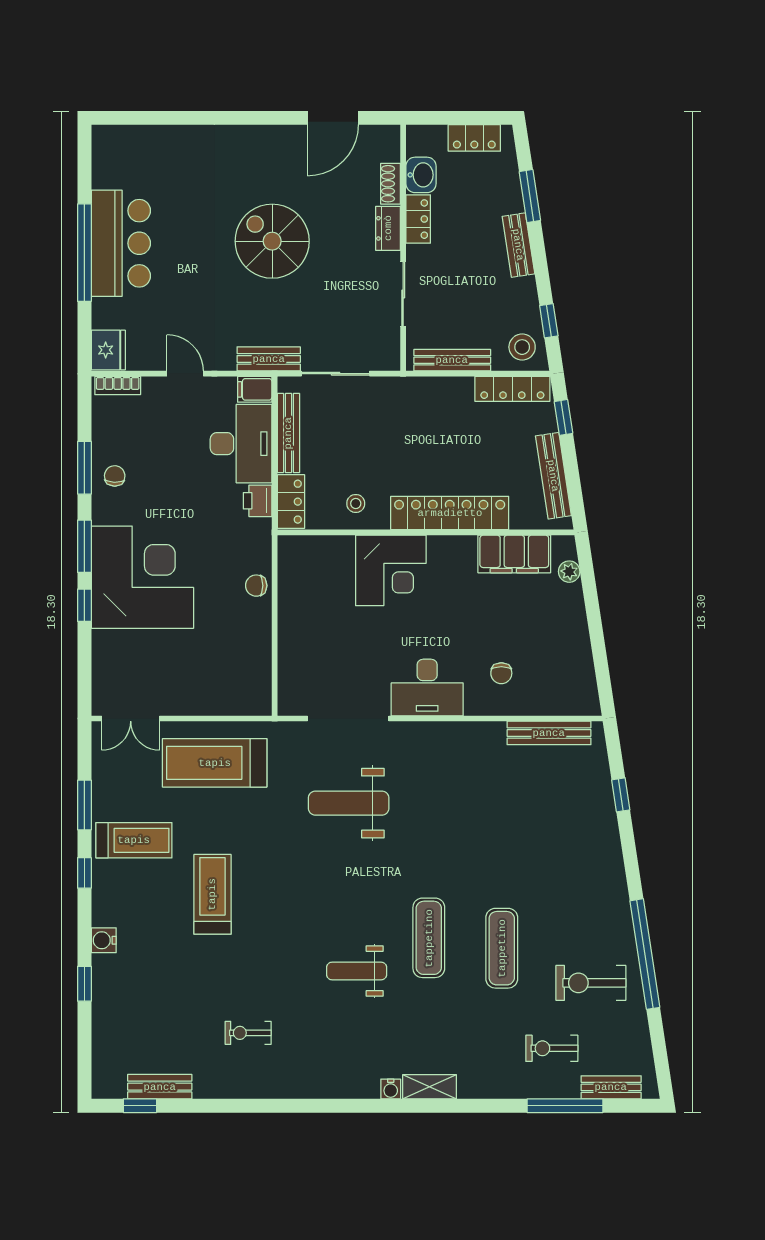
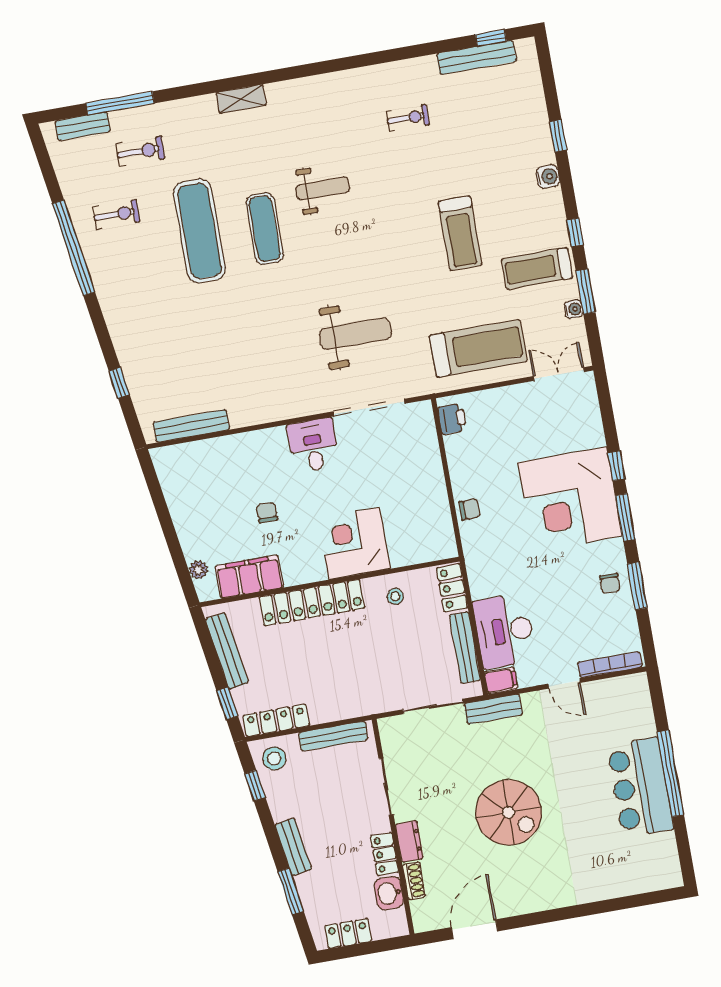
fridge: (108, 350) -> (635, 692), removed
bookcase: (118, 386) -> (610, 665), width x1.56
printer: (258, 501) -> (452, 419), moved
chair: (501, 673) -> (267, 512), moved
desk: (427, 687) -> (313, 445), width x0.73
exercise mat: (502, 948) -> (199, 231), width x1.36, depth x1.45
exercise bike: (591, 983) -> (116, 214), width x0.73, depth x0.72
bench: (160, 1087) -> (477, 57), width x1.36
water cooler: (391, 1089) -> (574, 309), moved, turned 90

